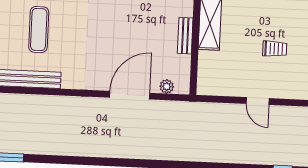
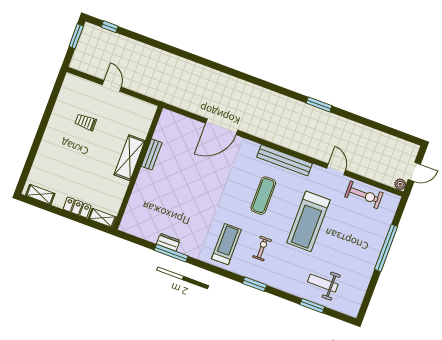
plant: (167, 86) -> (179, 120), removed
door: (130, 95) -> (222, 127), moved

